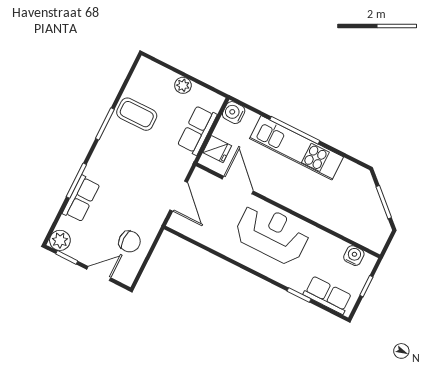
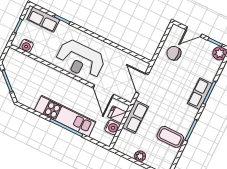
water cooler: (234, 113) -> (112, 127), moved
row of seats: (197, 130) -> (135, 117), moved
row of seats: (81, 199) -> (200, 94), moved

